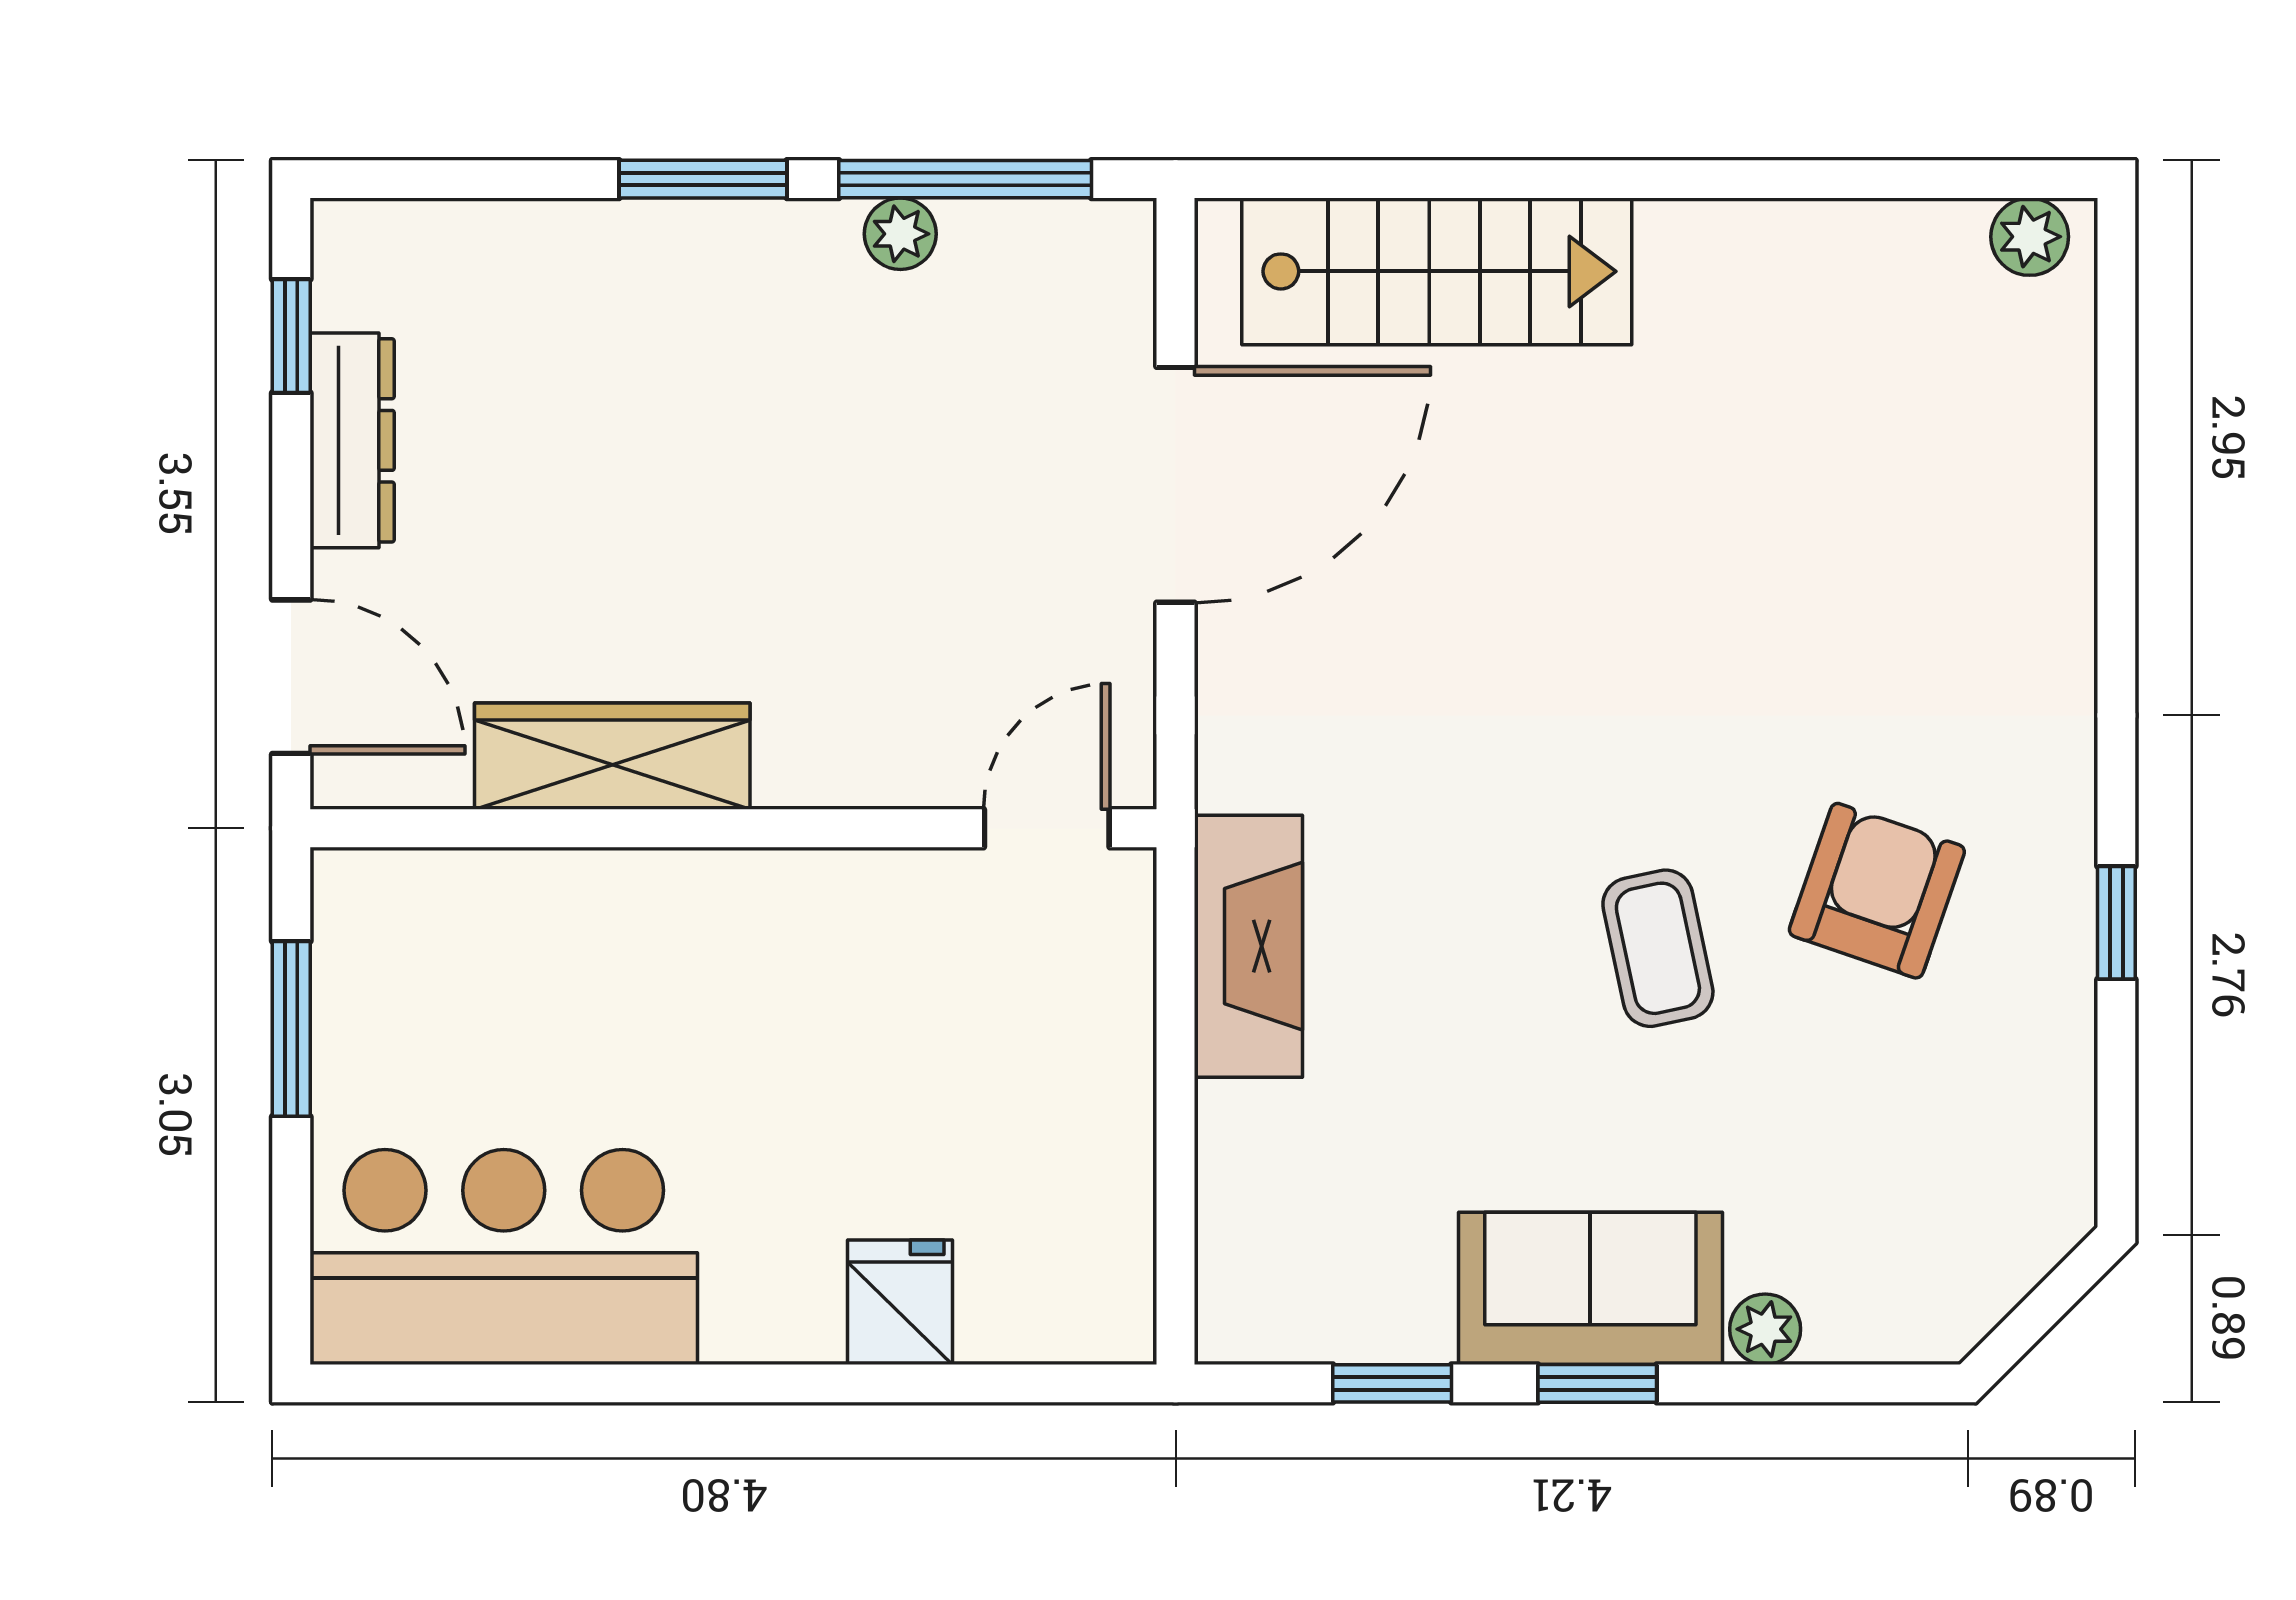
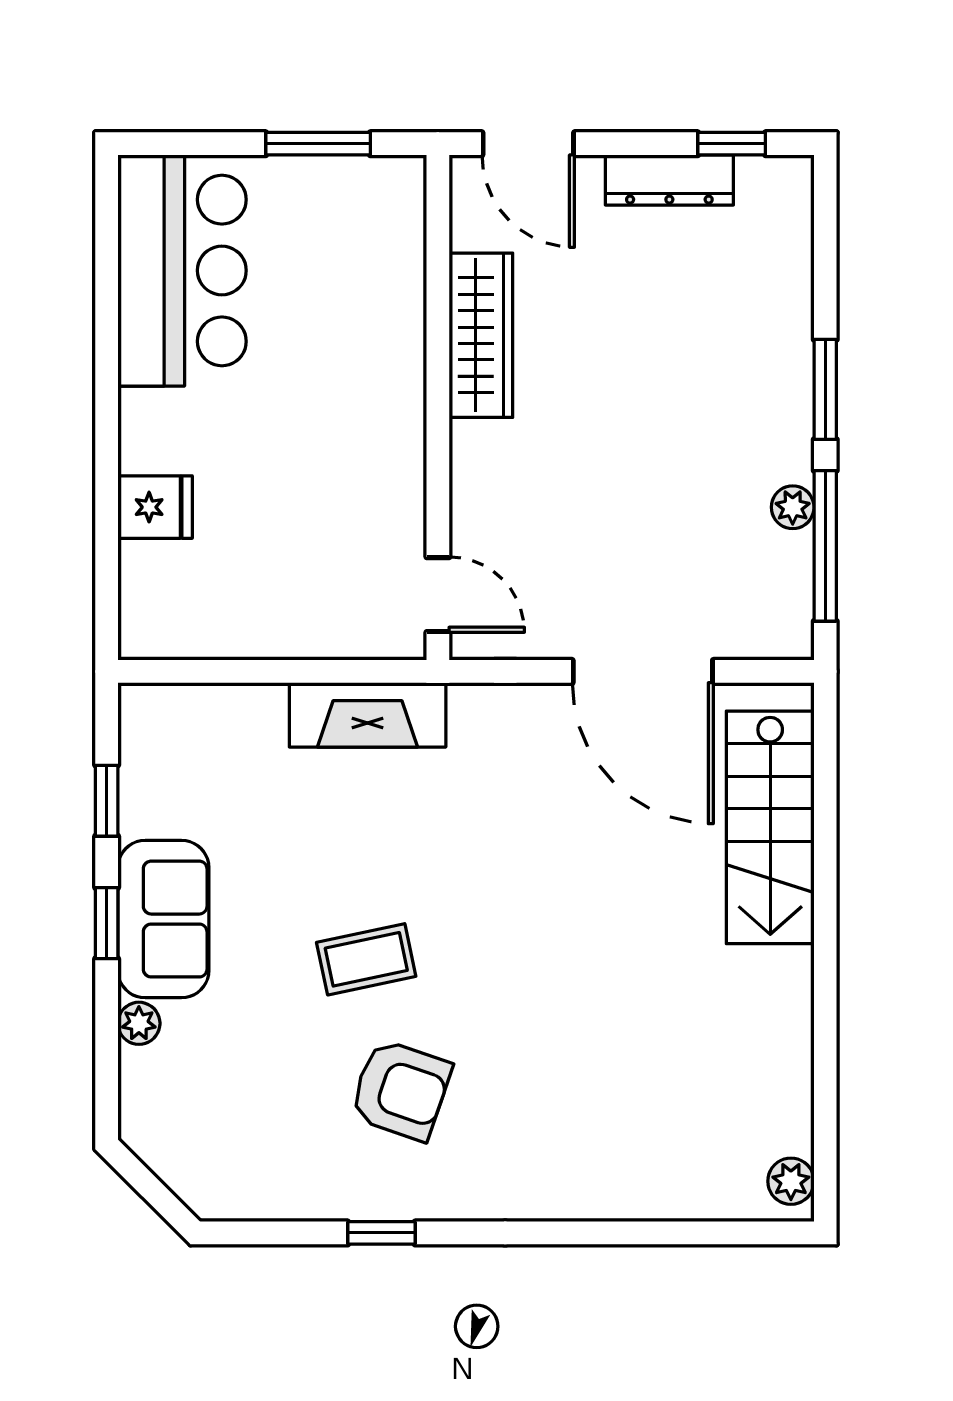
door: (291, 677) -> (528, 144), hinge flipped

